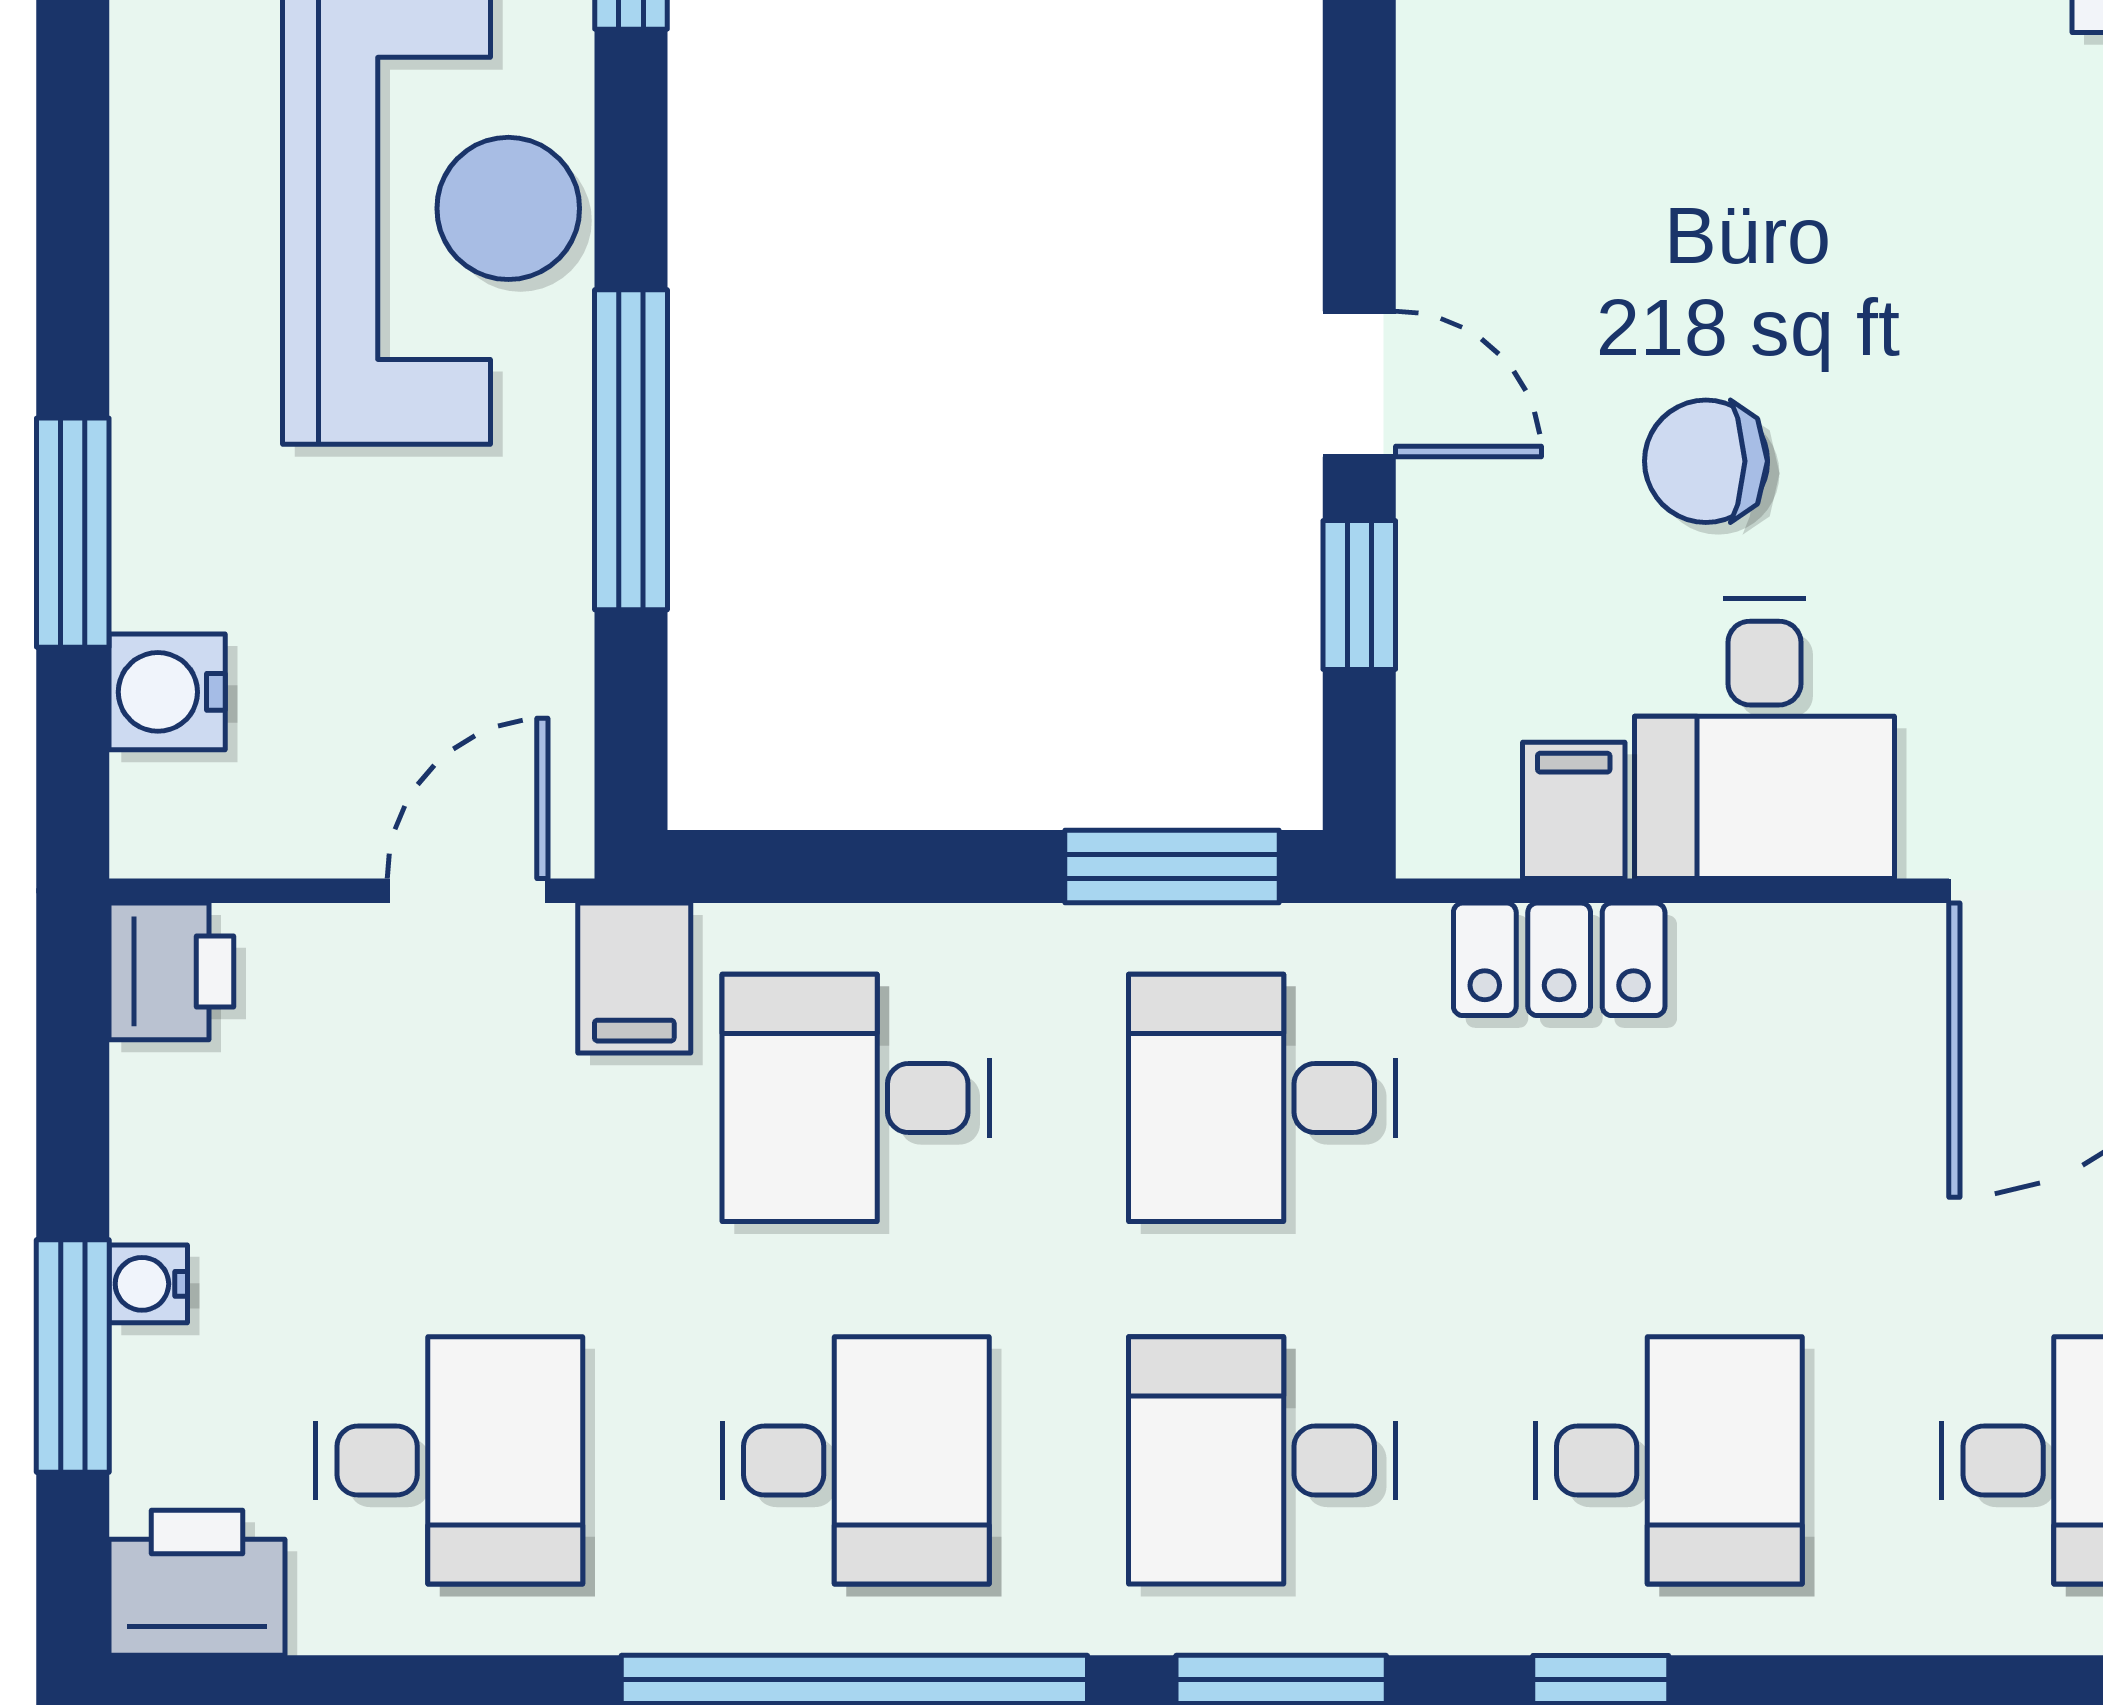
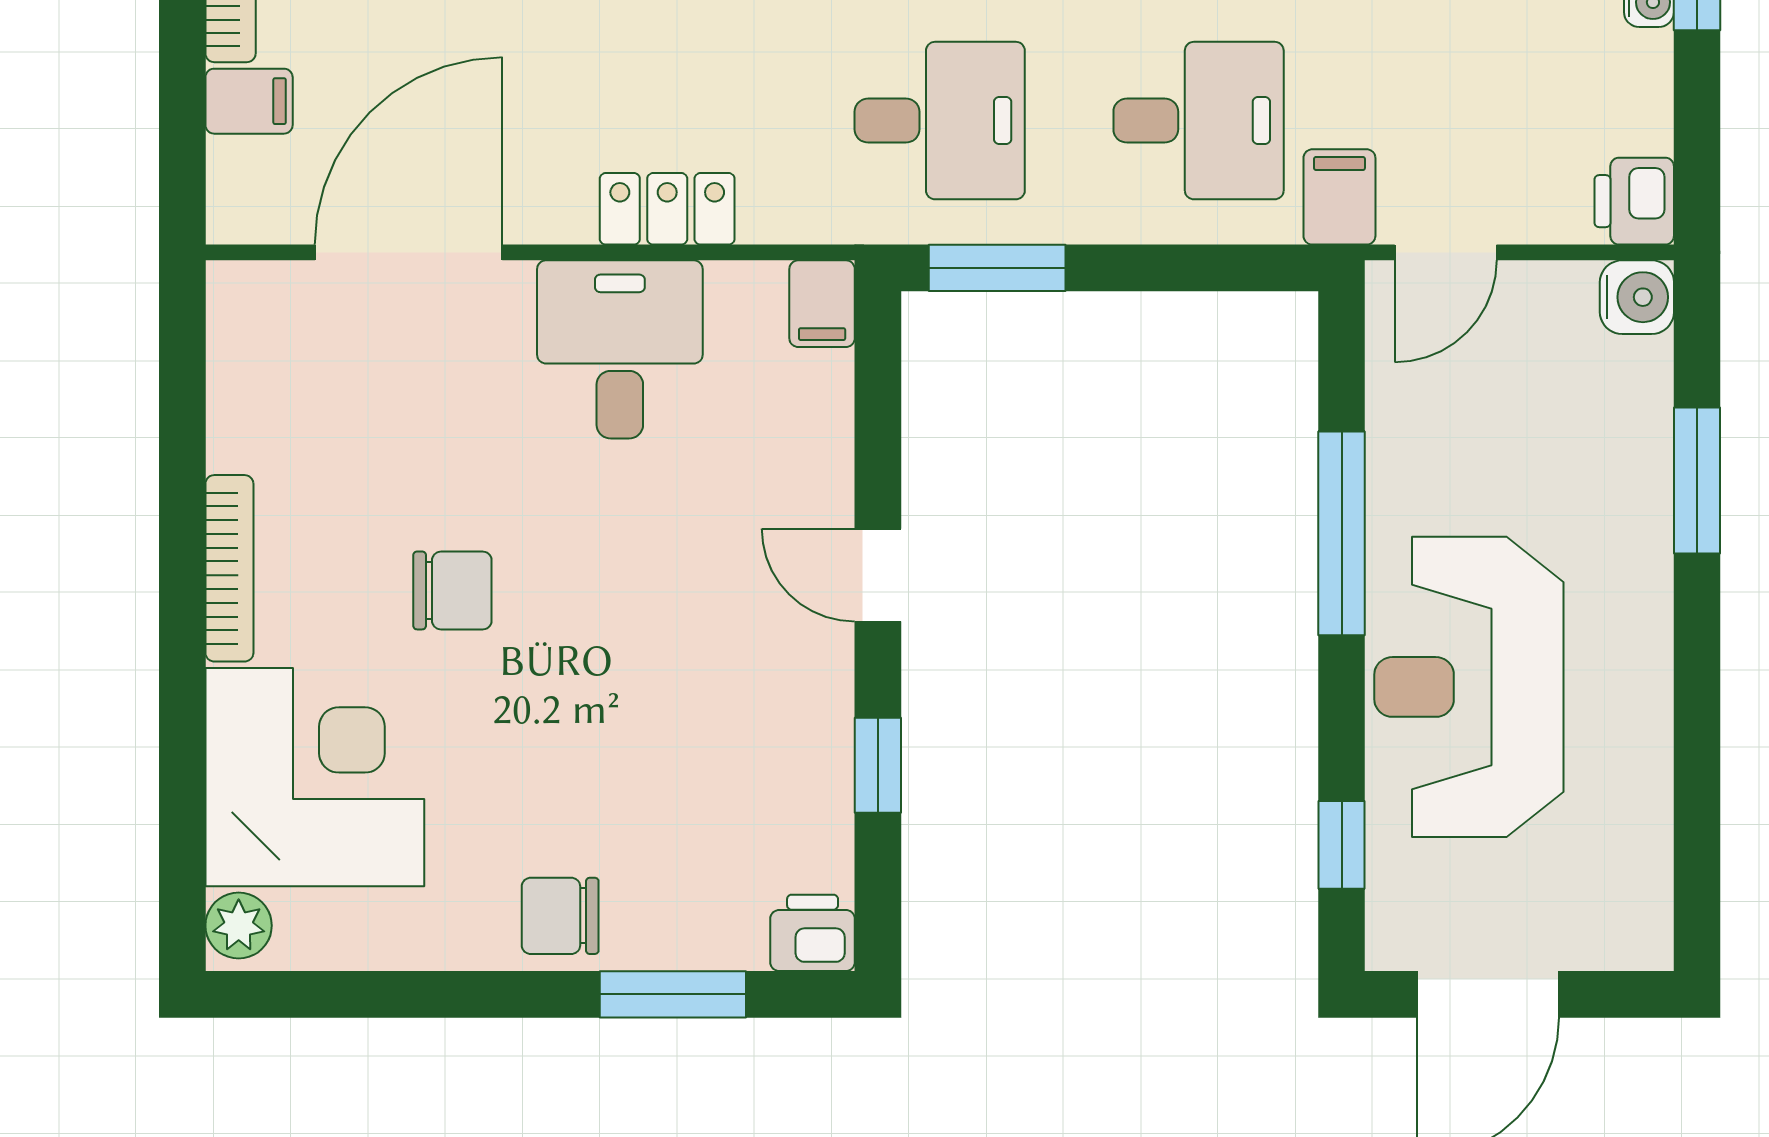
chair: (1706, 461) -> (452, 590), moved
window: (1359, 595) -> (878, 765), moved
water cooler: (167, 692) -> (1637, 297), moved
filing cabinet: (1574, 810) -> (822, 304), moved
locker: (1559, 959) -> (667, 209), moved

